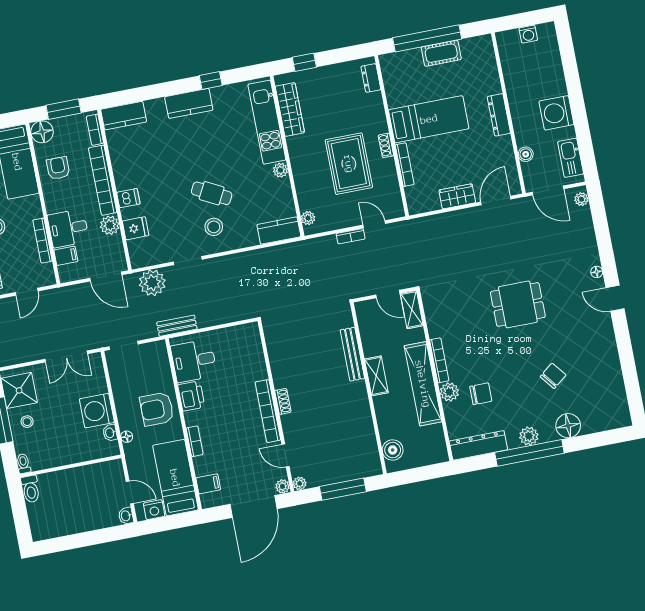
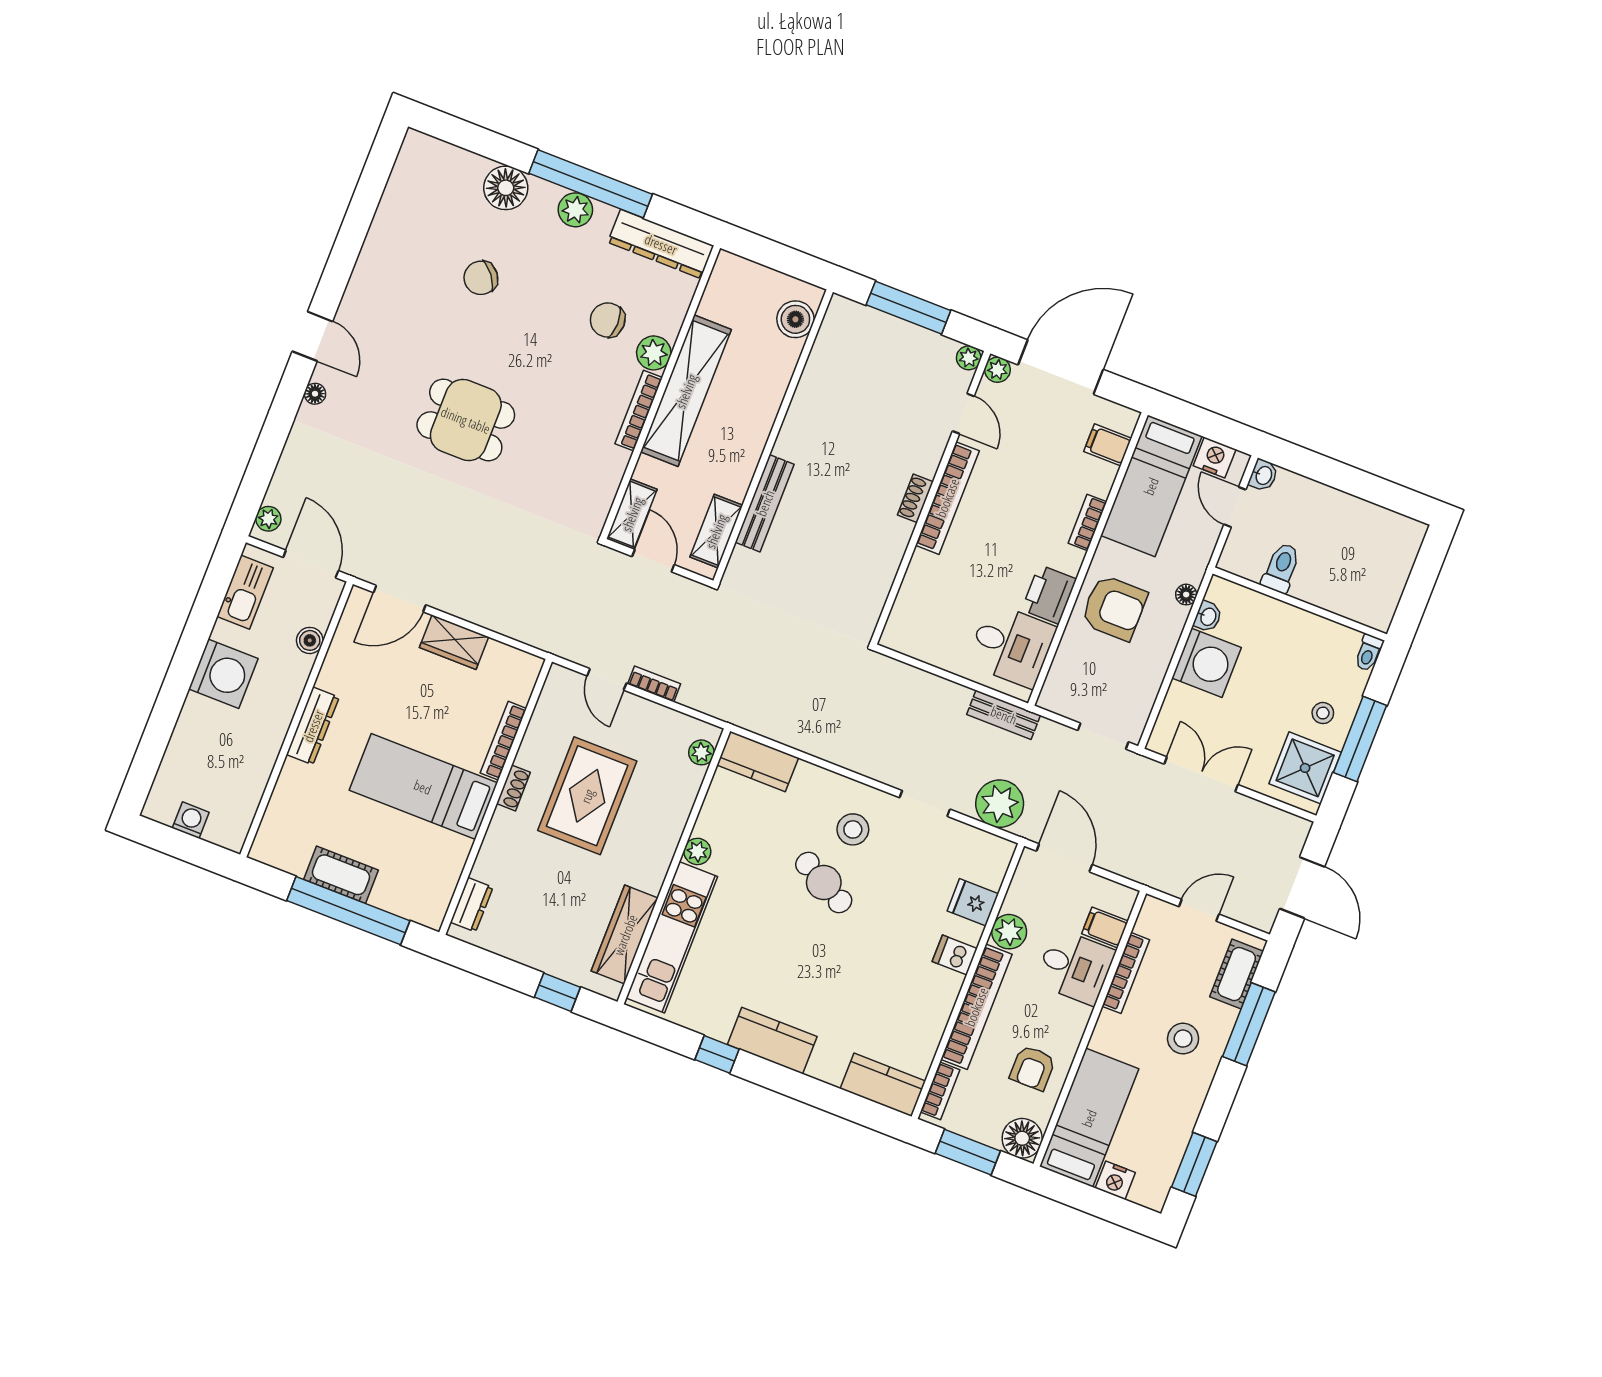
shelving: (376, 376) -> (716, 531), moved
toilet: (31, 489) -> (1281, 568), moved

